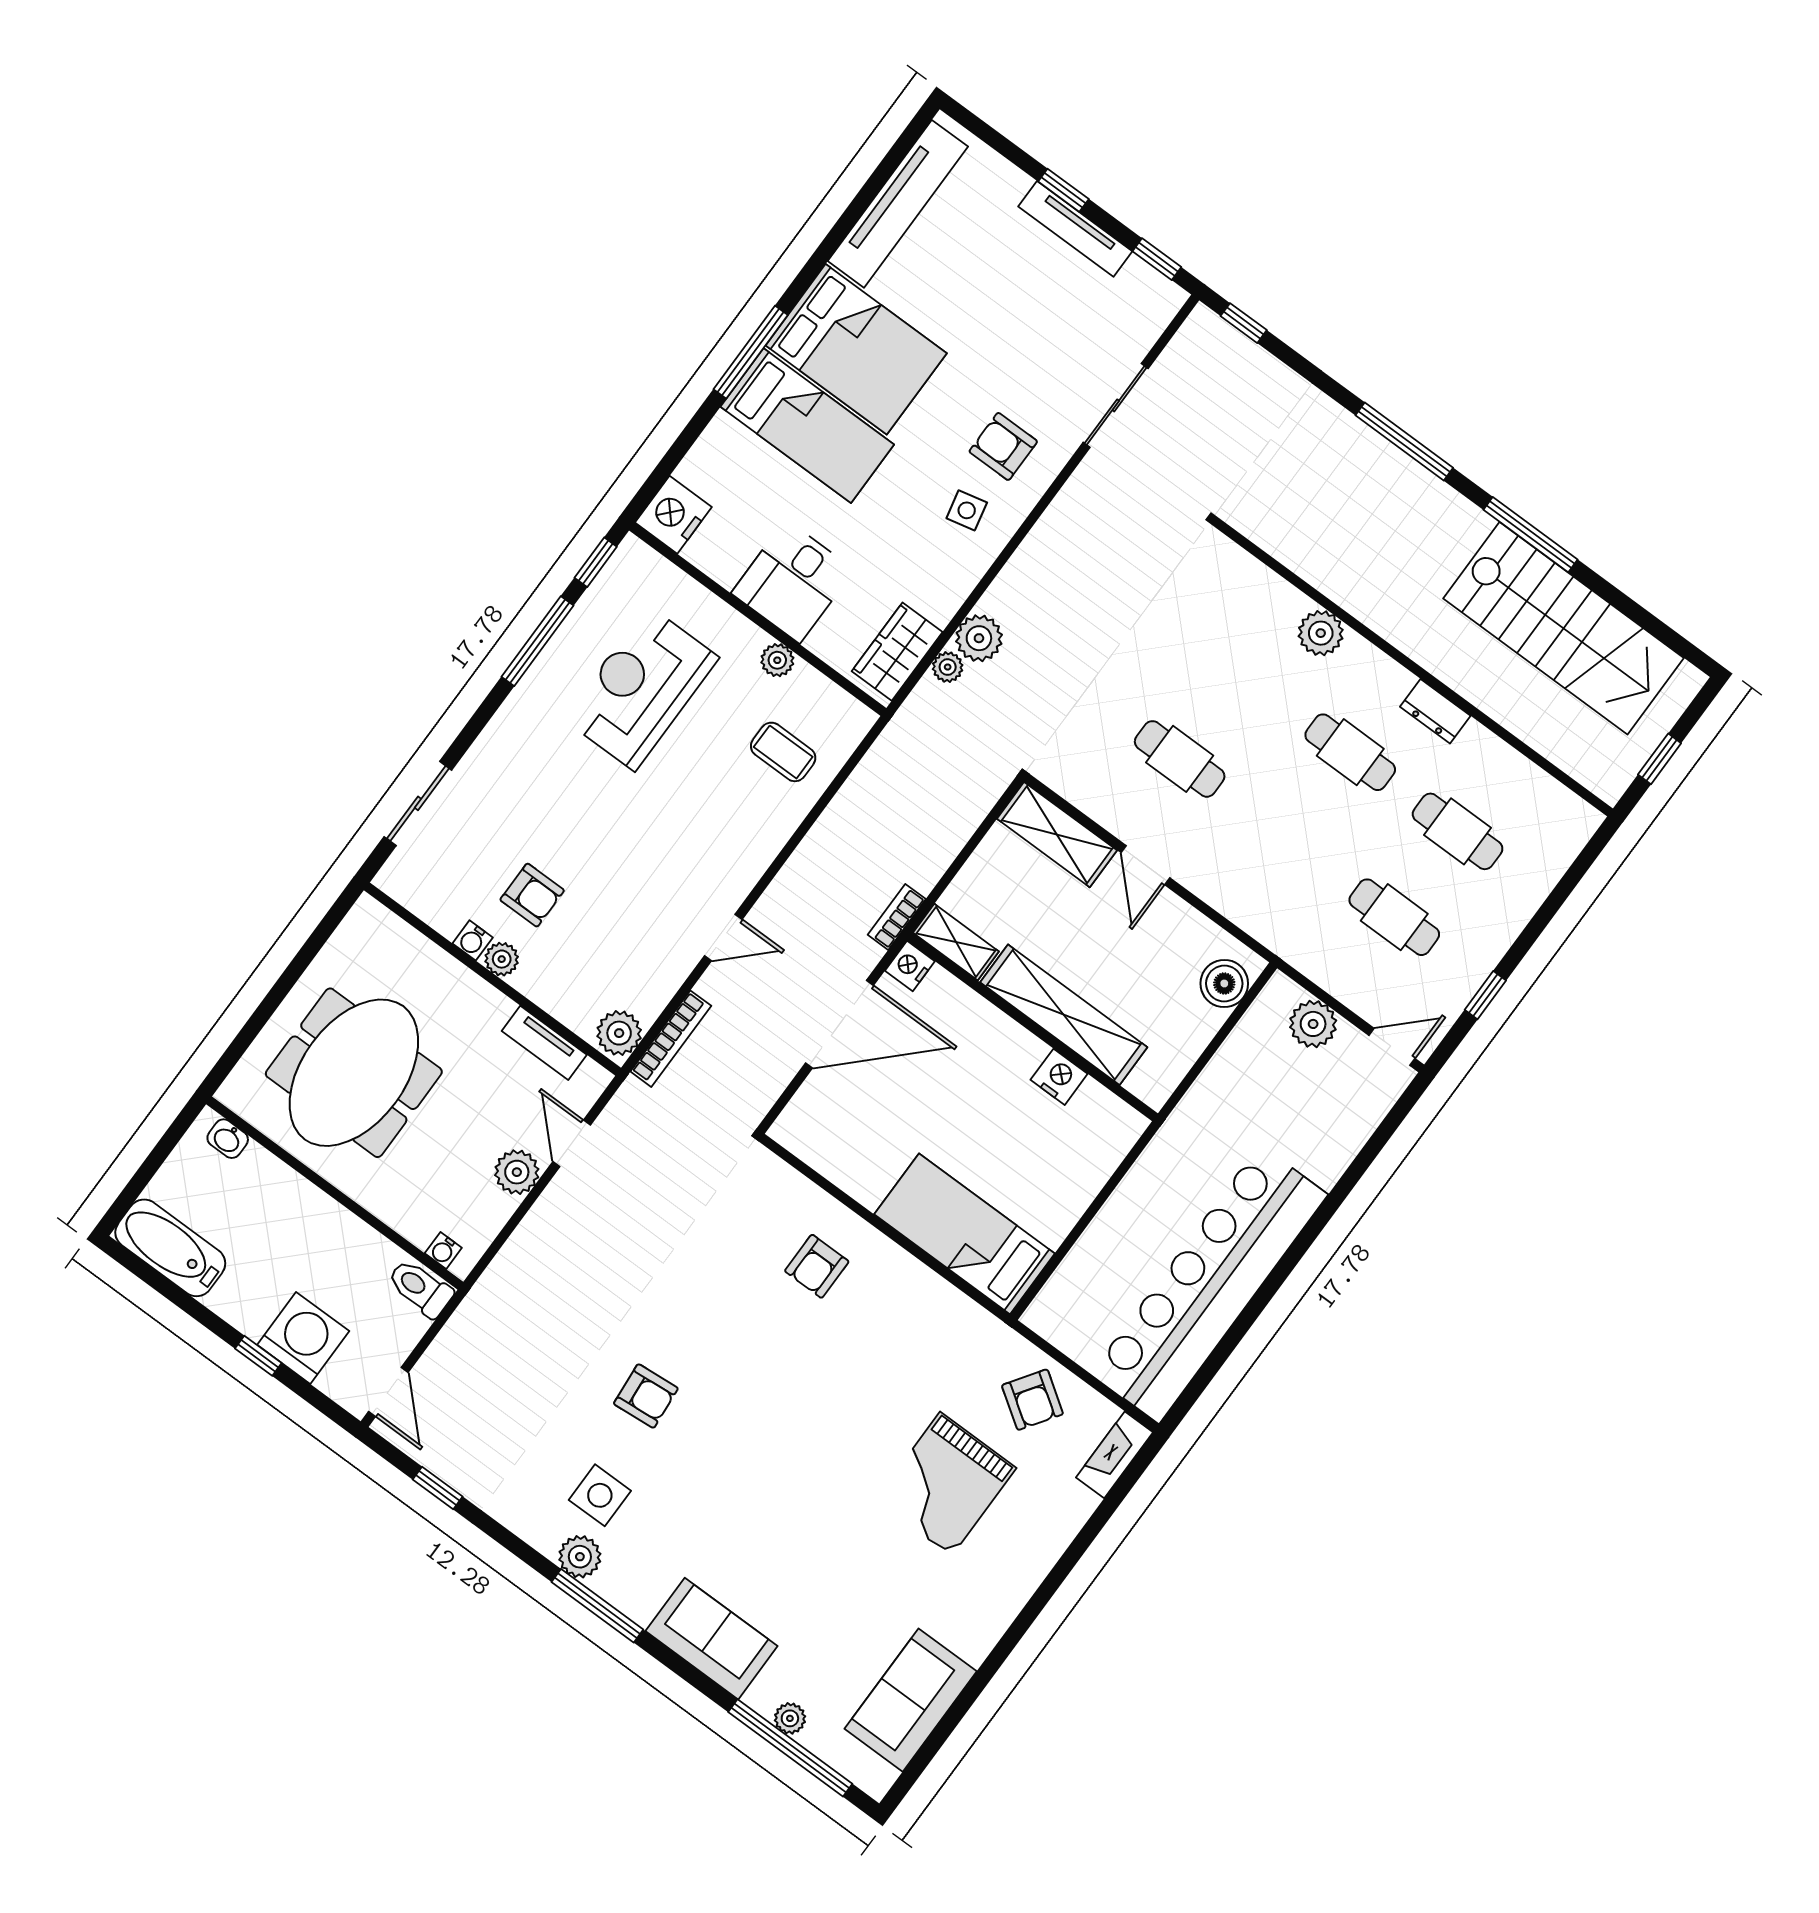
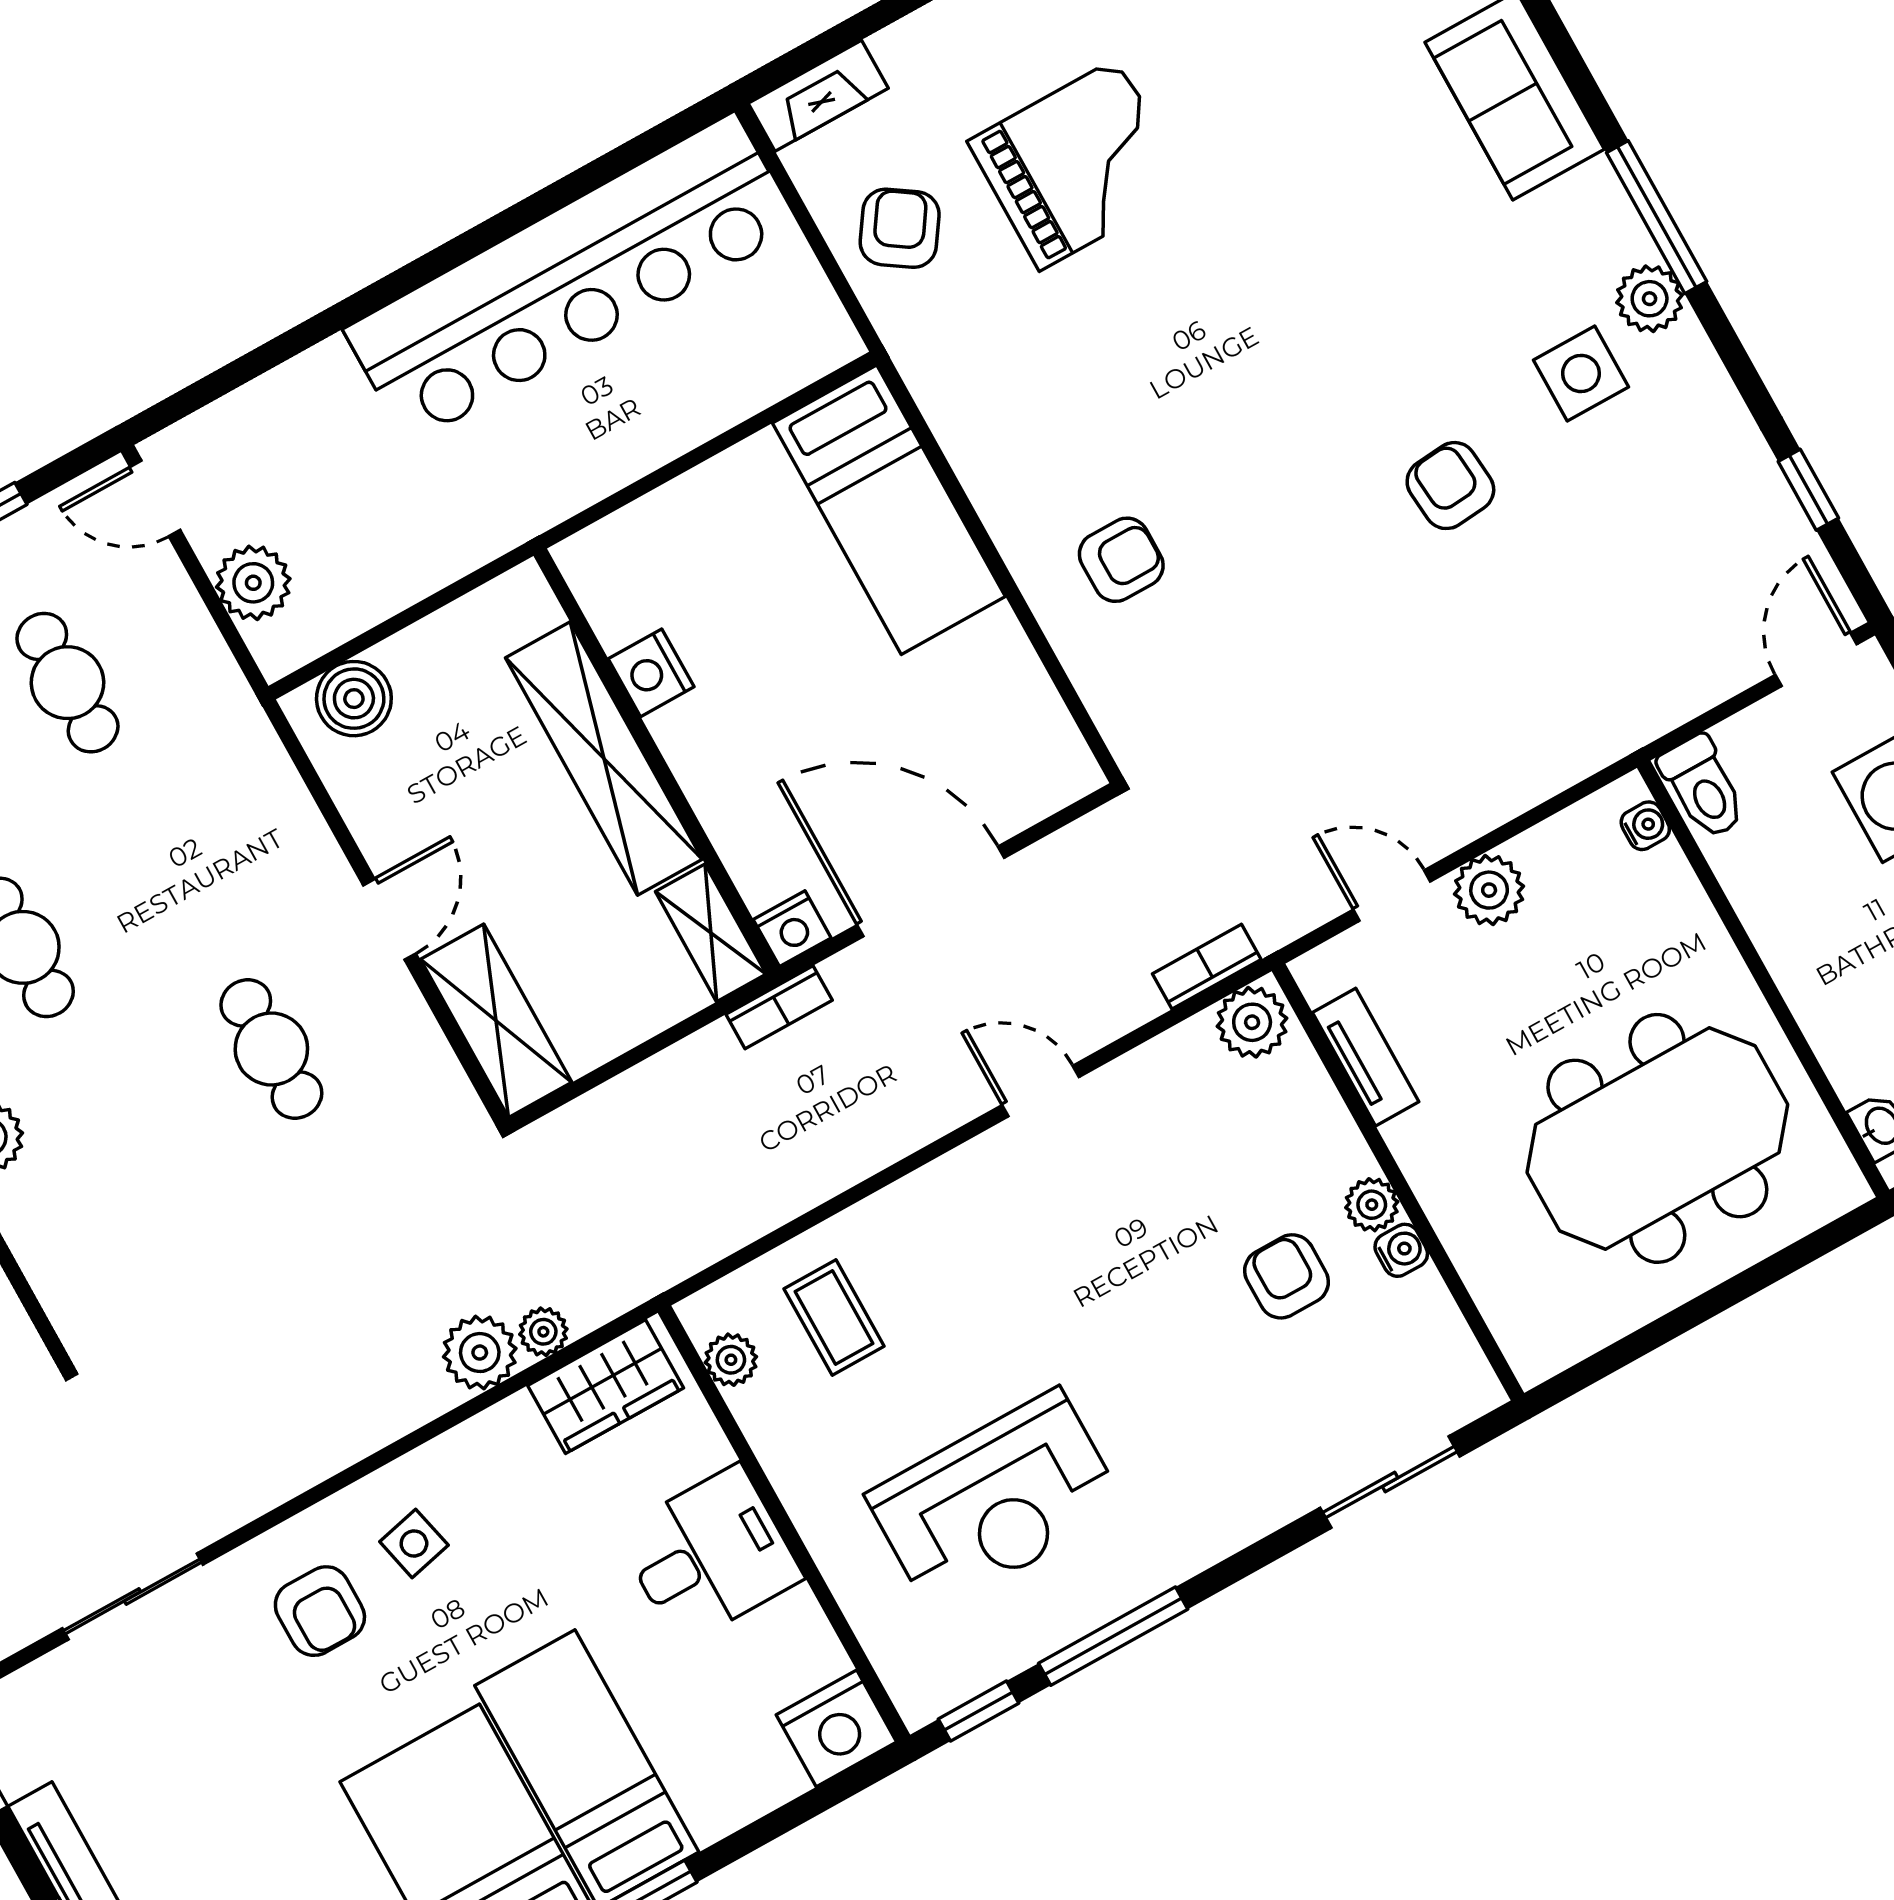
plant: (777, 660) -> (731, 1360), moved
bookcase: (671, 1039) -> (1207, 967), width x0.64
door: (572, 1143) -> (1392, 896), swing flipped

